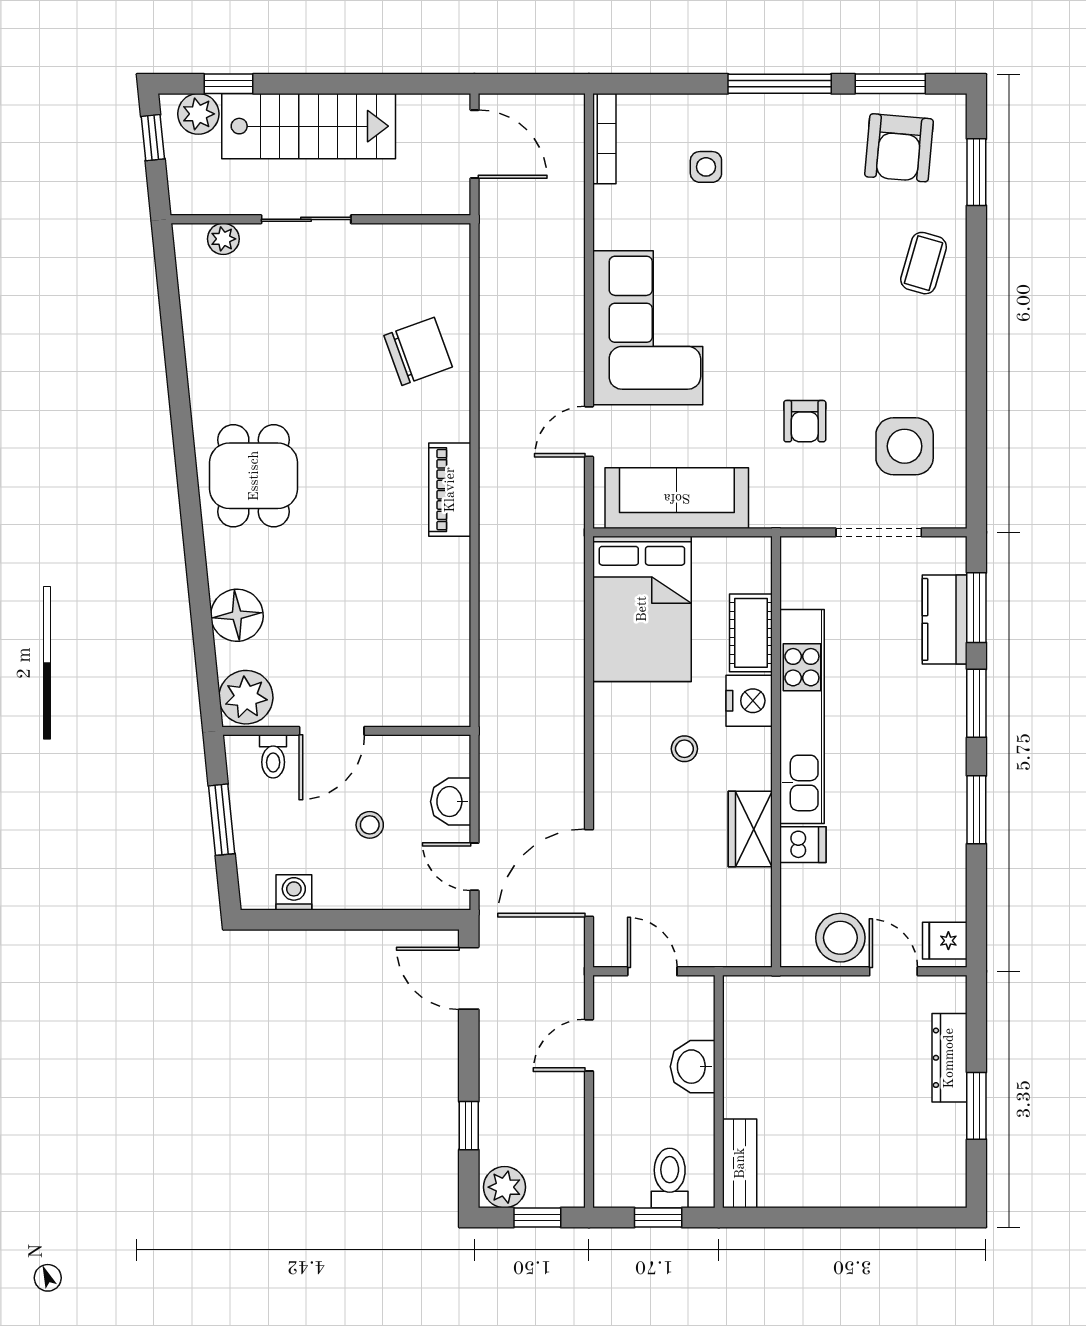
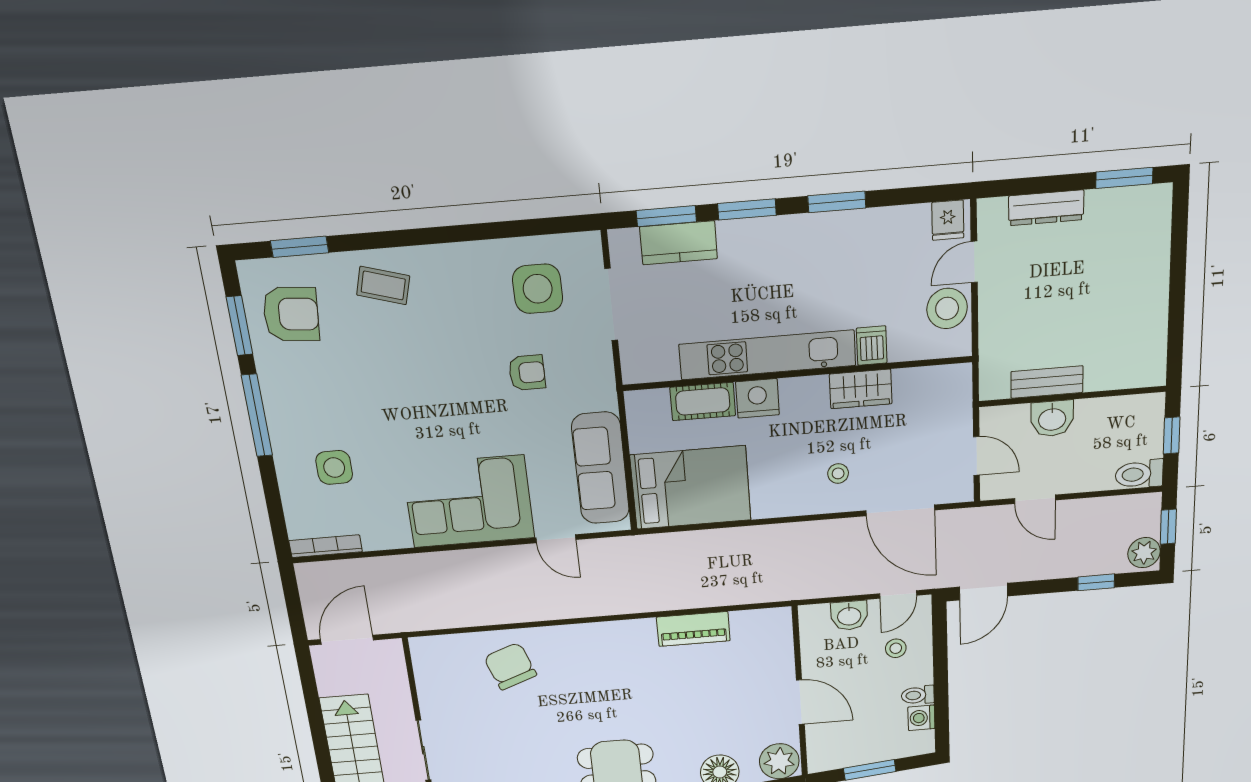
side table: (706, 167) -> (334, 467), width x1.37, depth x1.37
piano: (450, 490) -> (693, 629), moved
stool: (684, 749) -> (838, 473), moved
toilet: (273, 756) -> (918, 695), moved, turned 180
stool: (370, 825) -> (896, 648), moved
door: (652, 971) -> (977, 456), swing flipped
window: (976, 1106) -> (1124, 178), moved
bench: (740, 1163) -> (1047, 382), moved
toilet: (670, 1178) -> (1139, 474), moved

